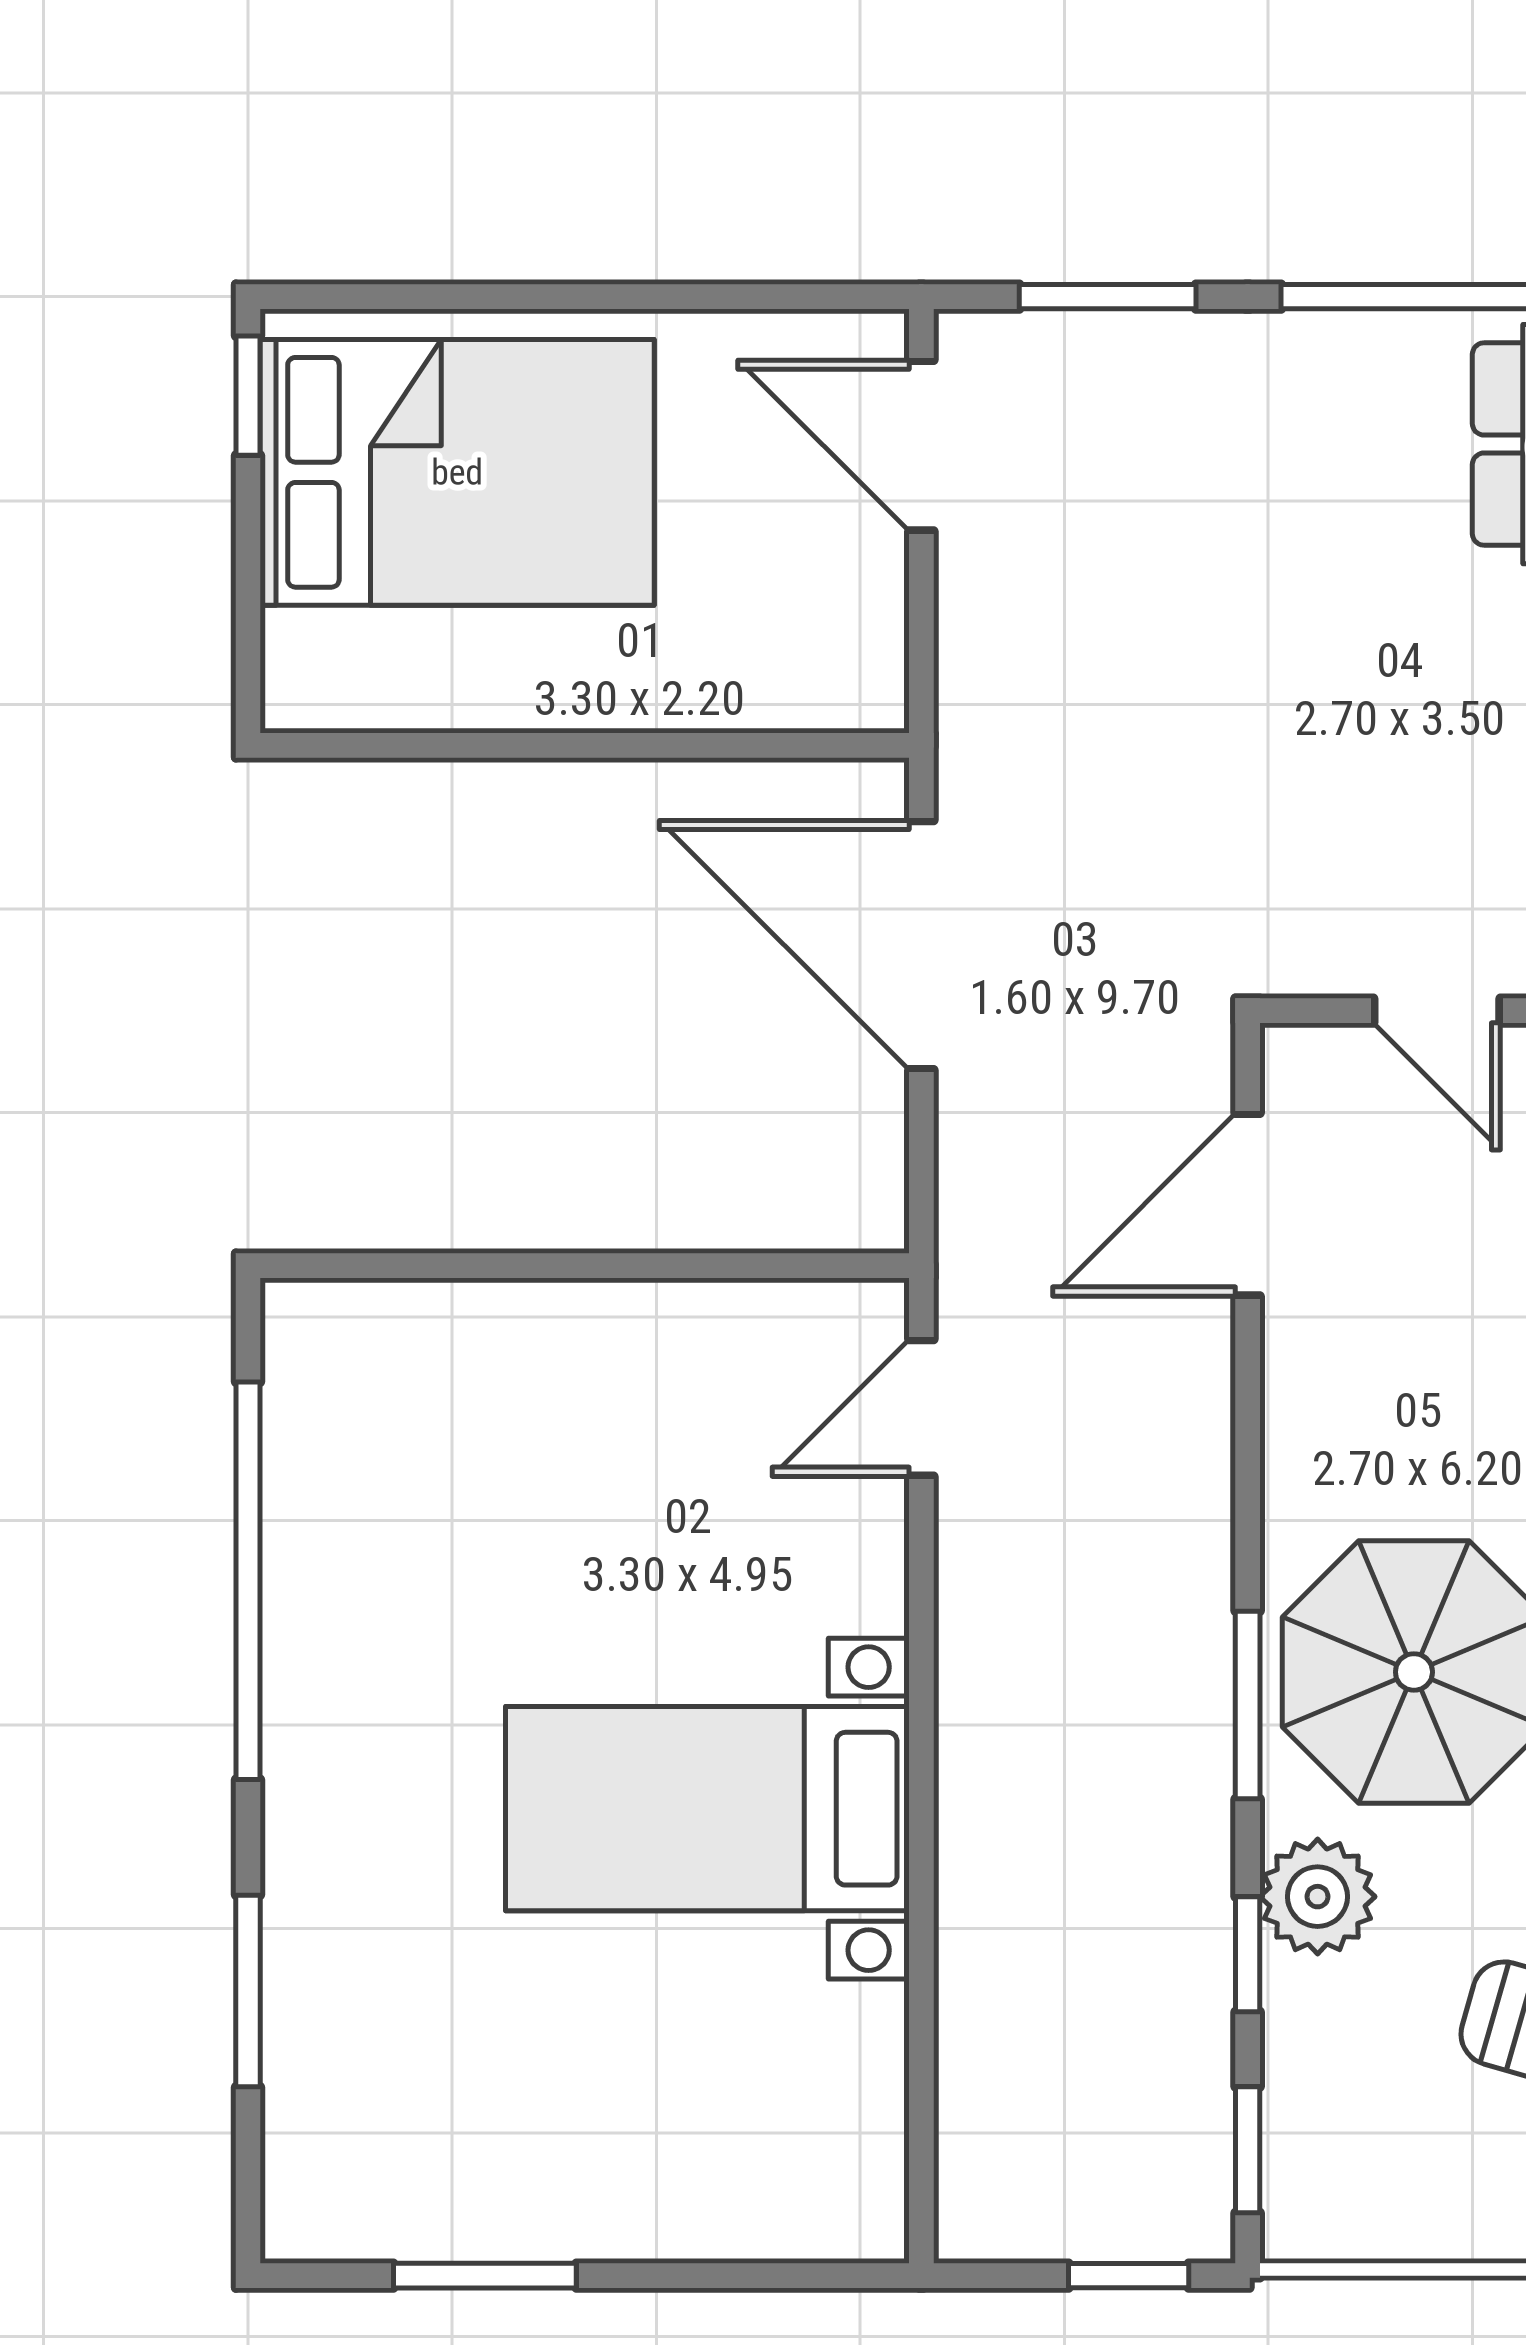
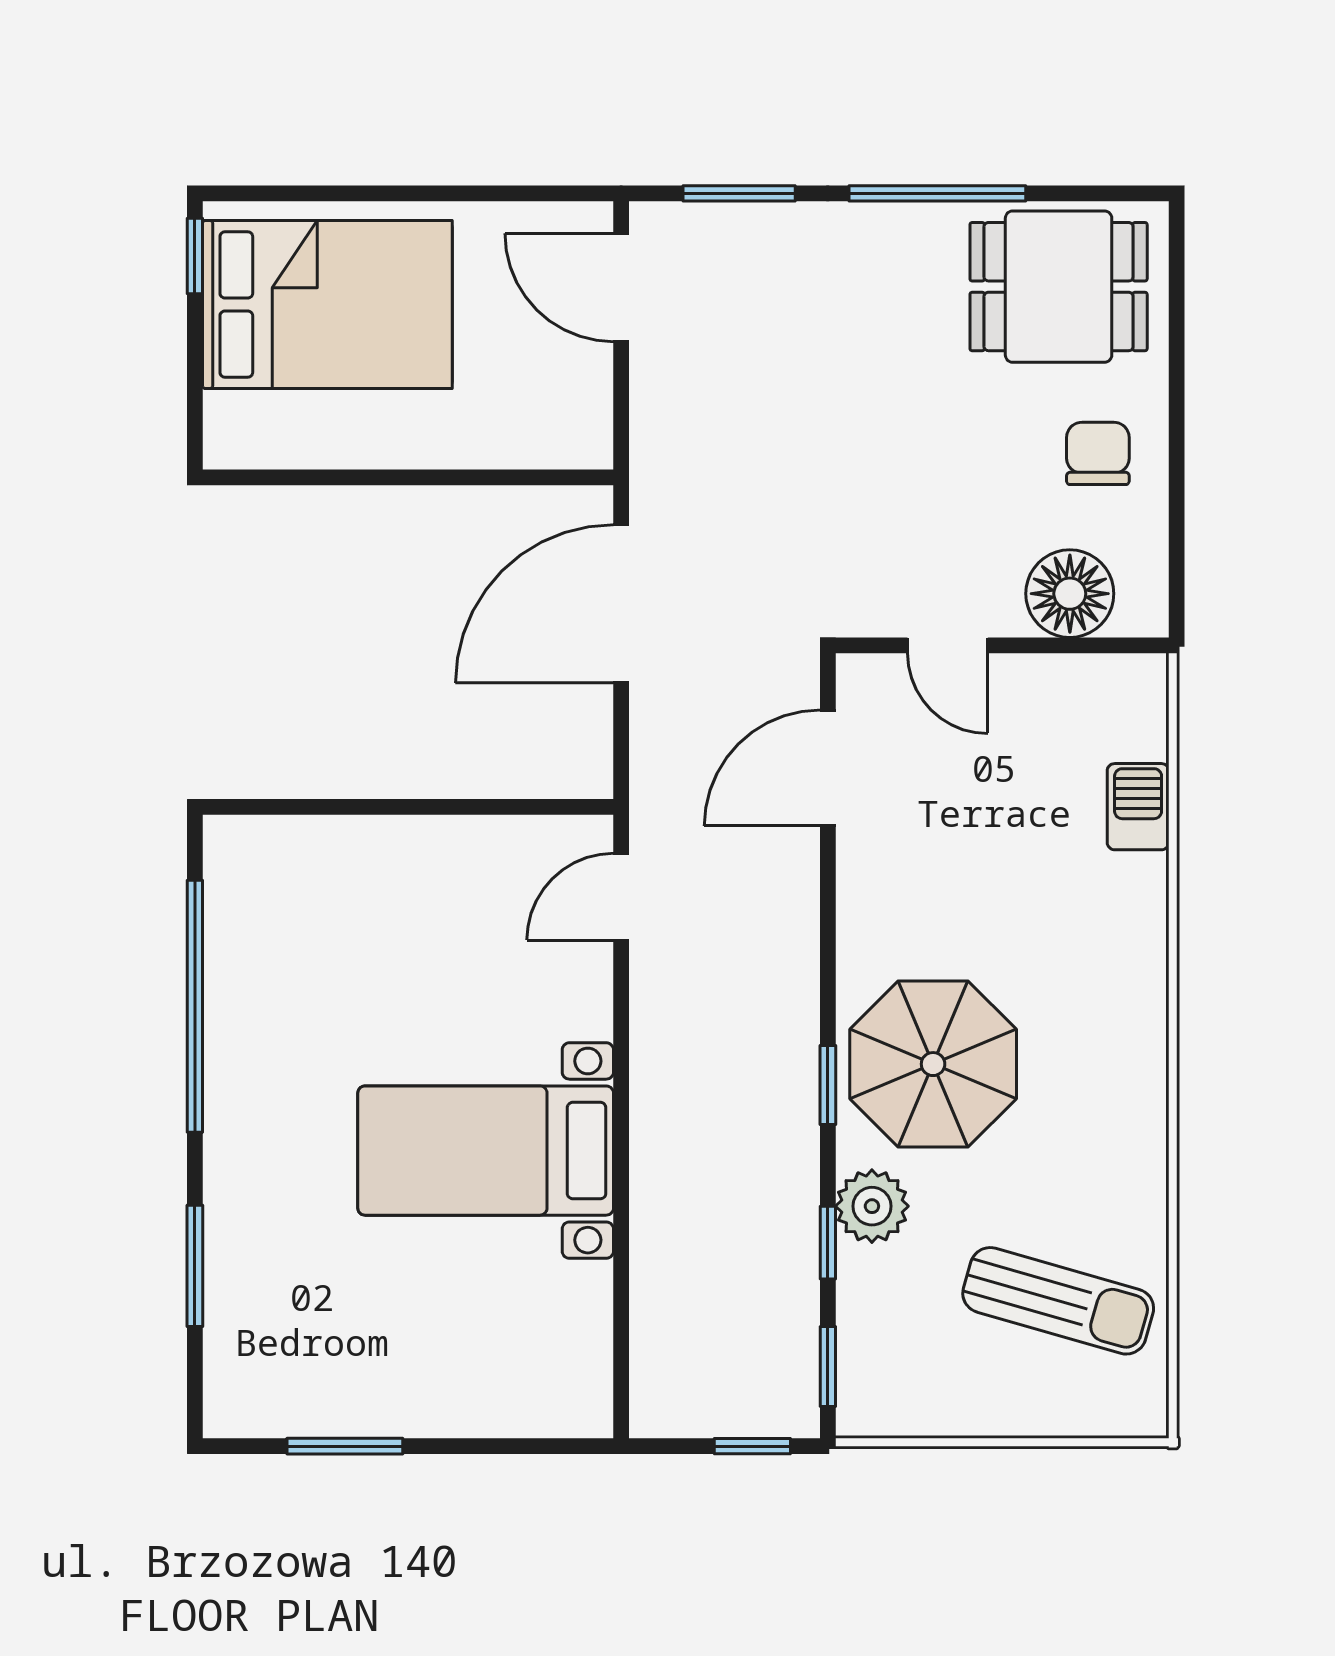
door: (921, 945) -> (621, 604), hinge flipped
window: (1248, 1705) -> (828, 1085), width x0.67

